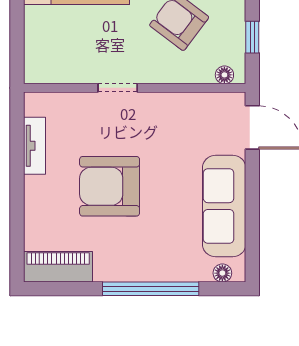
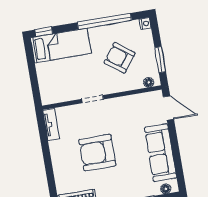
window: (252, 37) -> (160, 60), width x1.50
tv unit: (35, 146) -> (51, 124), moved

